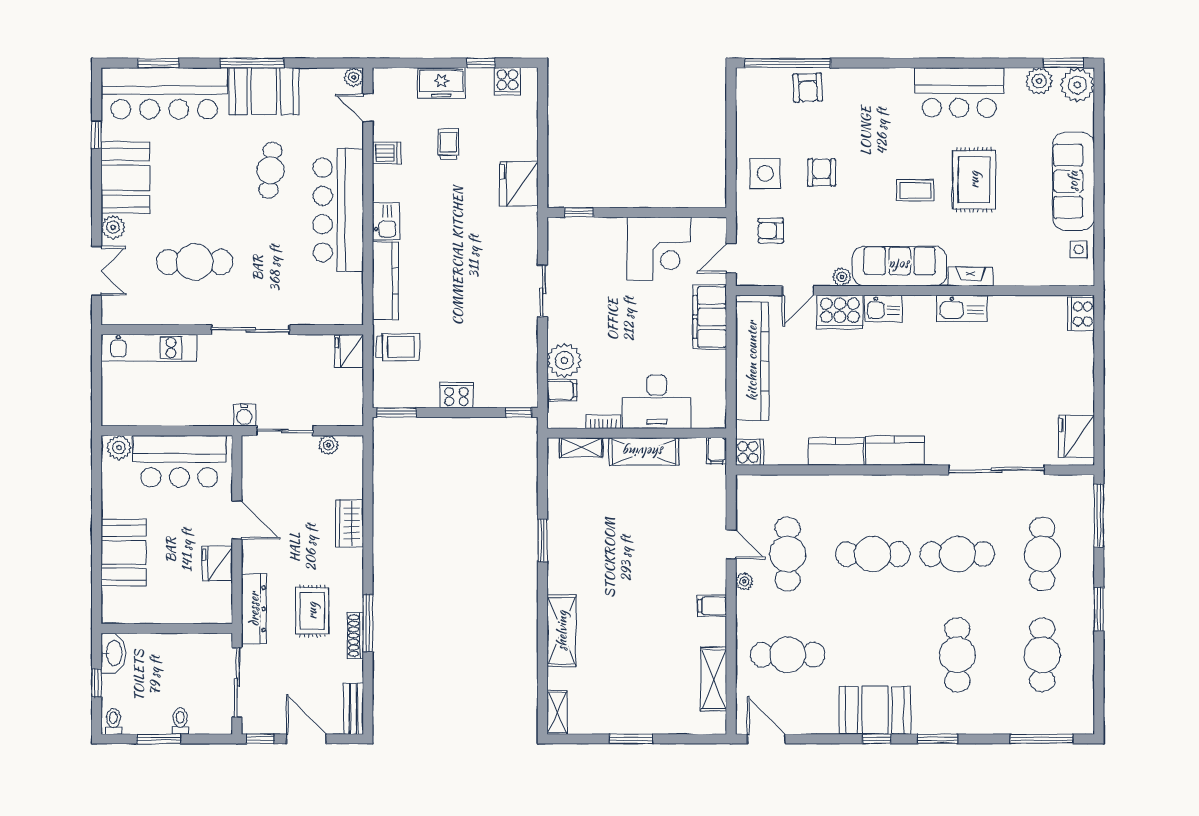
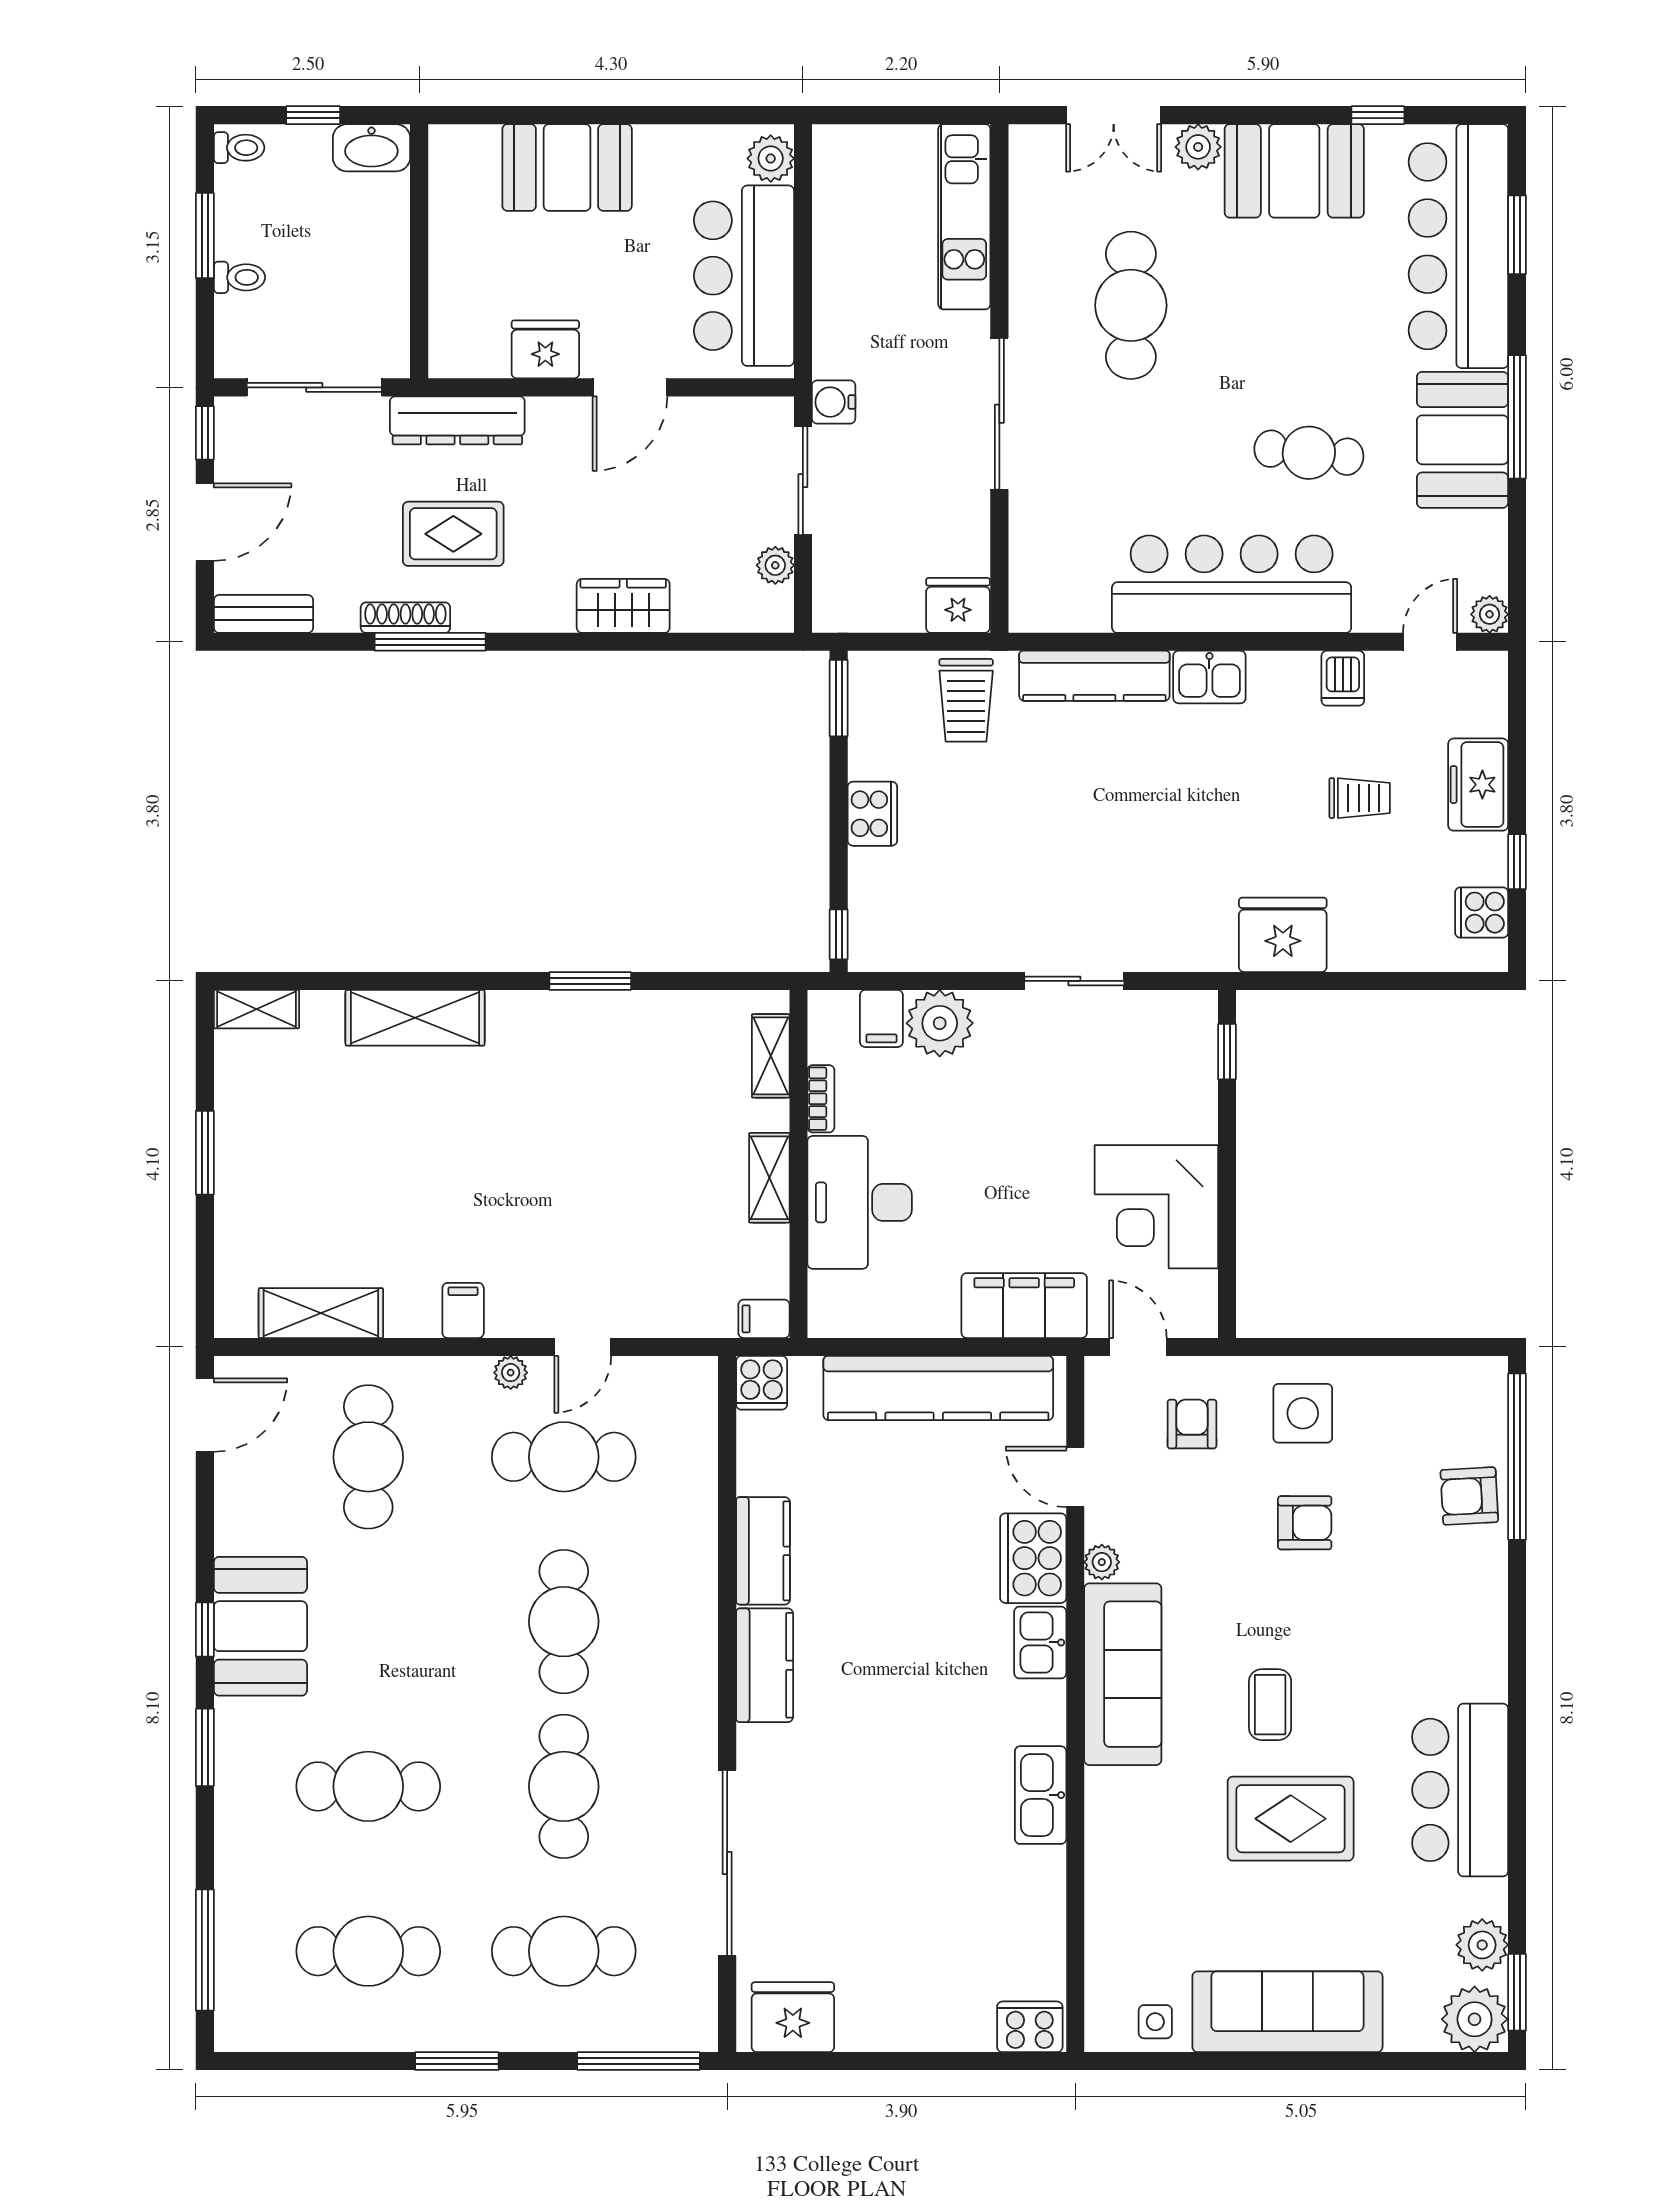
fireplace: (971, 276) -> (1103, 1812), removed
shelving: (644, 452) -> (769, 1178), width x0.67, depth x0.75

